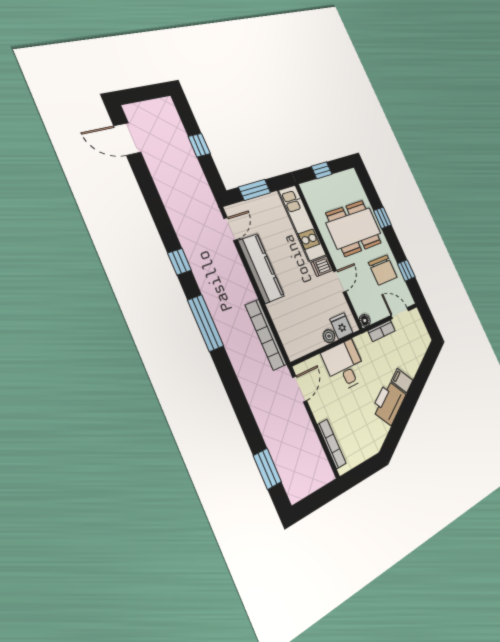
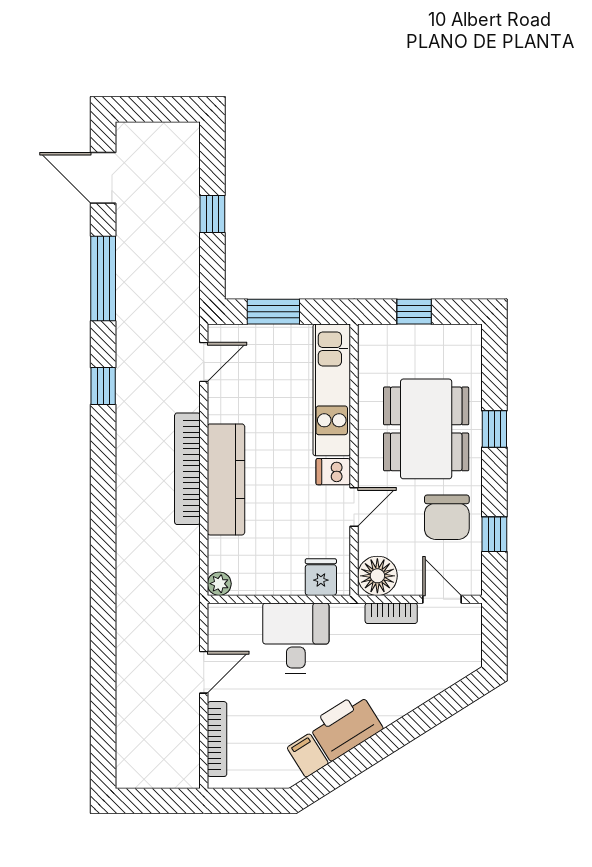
dining table: (354, 228) -> (426, 429), turned 90
kitchen counter: (261, 268) -> (226, 479), moved
floor lamp: (365, 320) -> (377, 576), width x1.89, depth x1.89
window: (205, 323) -> (103, 279), moved
bookcase: (266, 335) -> (187, 469), moved
plant: (329, 336) -> (219, 584), moved
filing cabinet: (402, 381) -> (308, 755), moved
door: (300, 389) -> (204, 672), moved
window: (267, 469) -> (103, 724), removed

